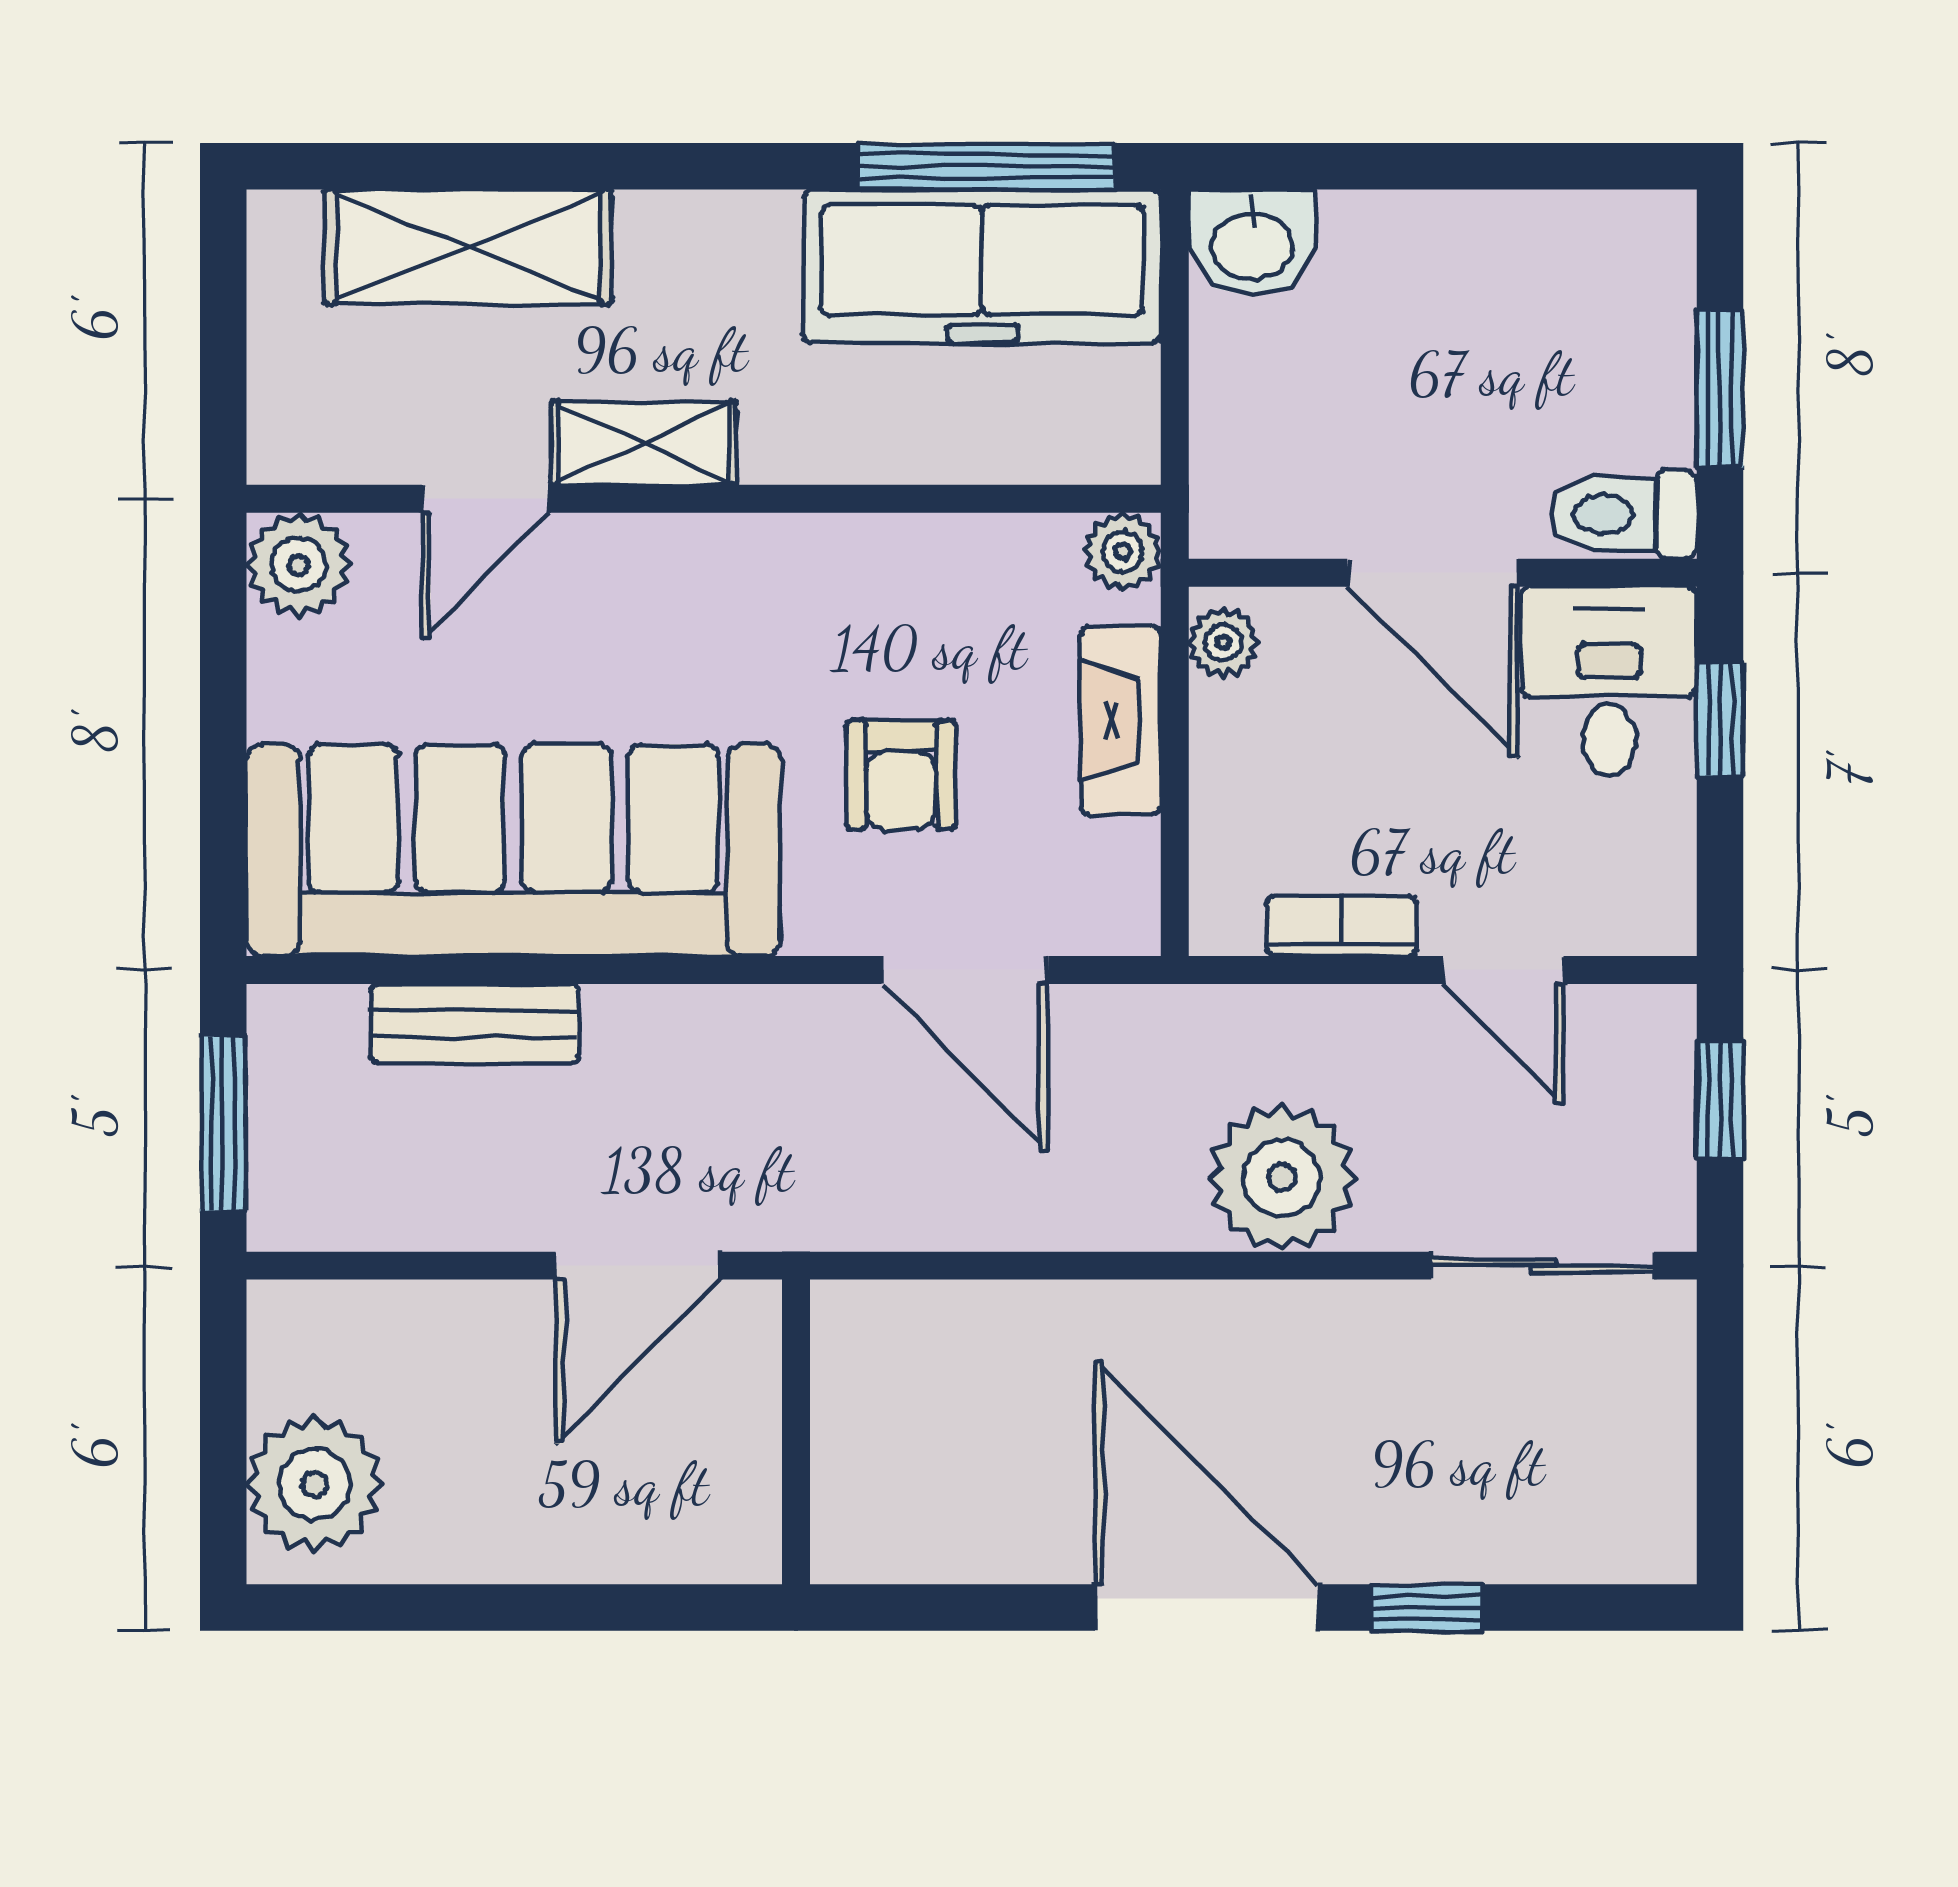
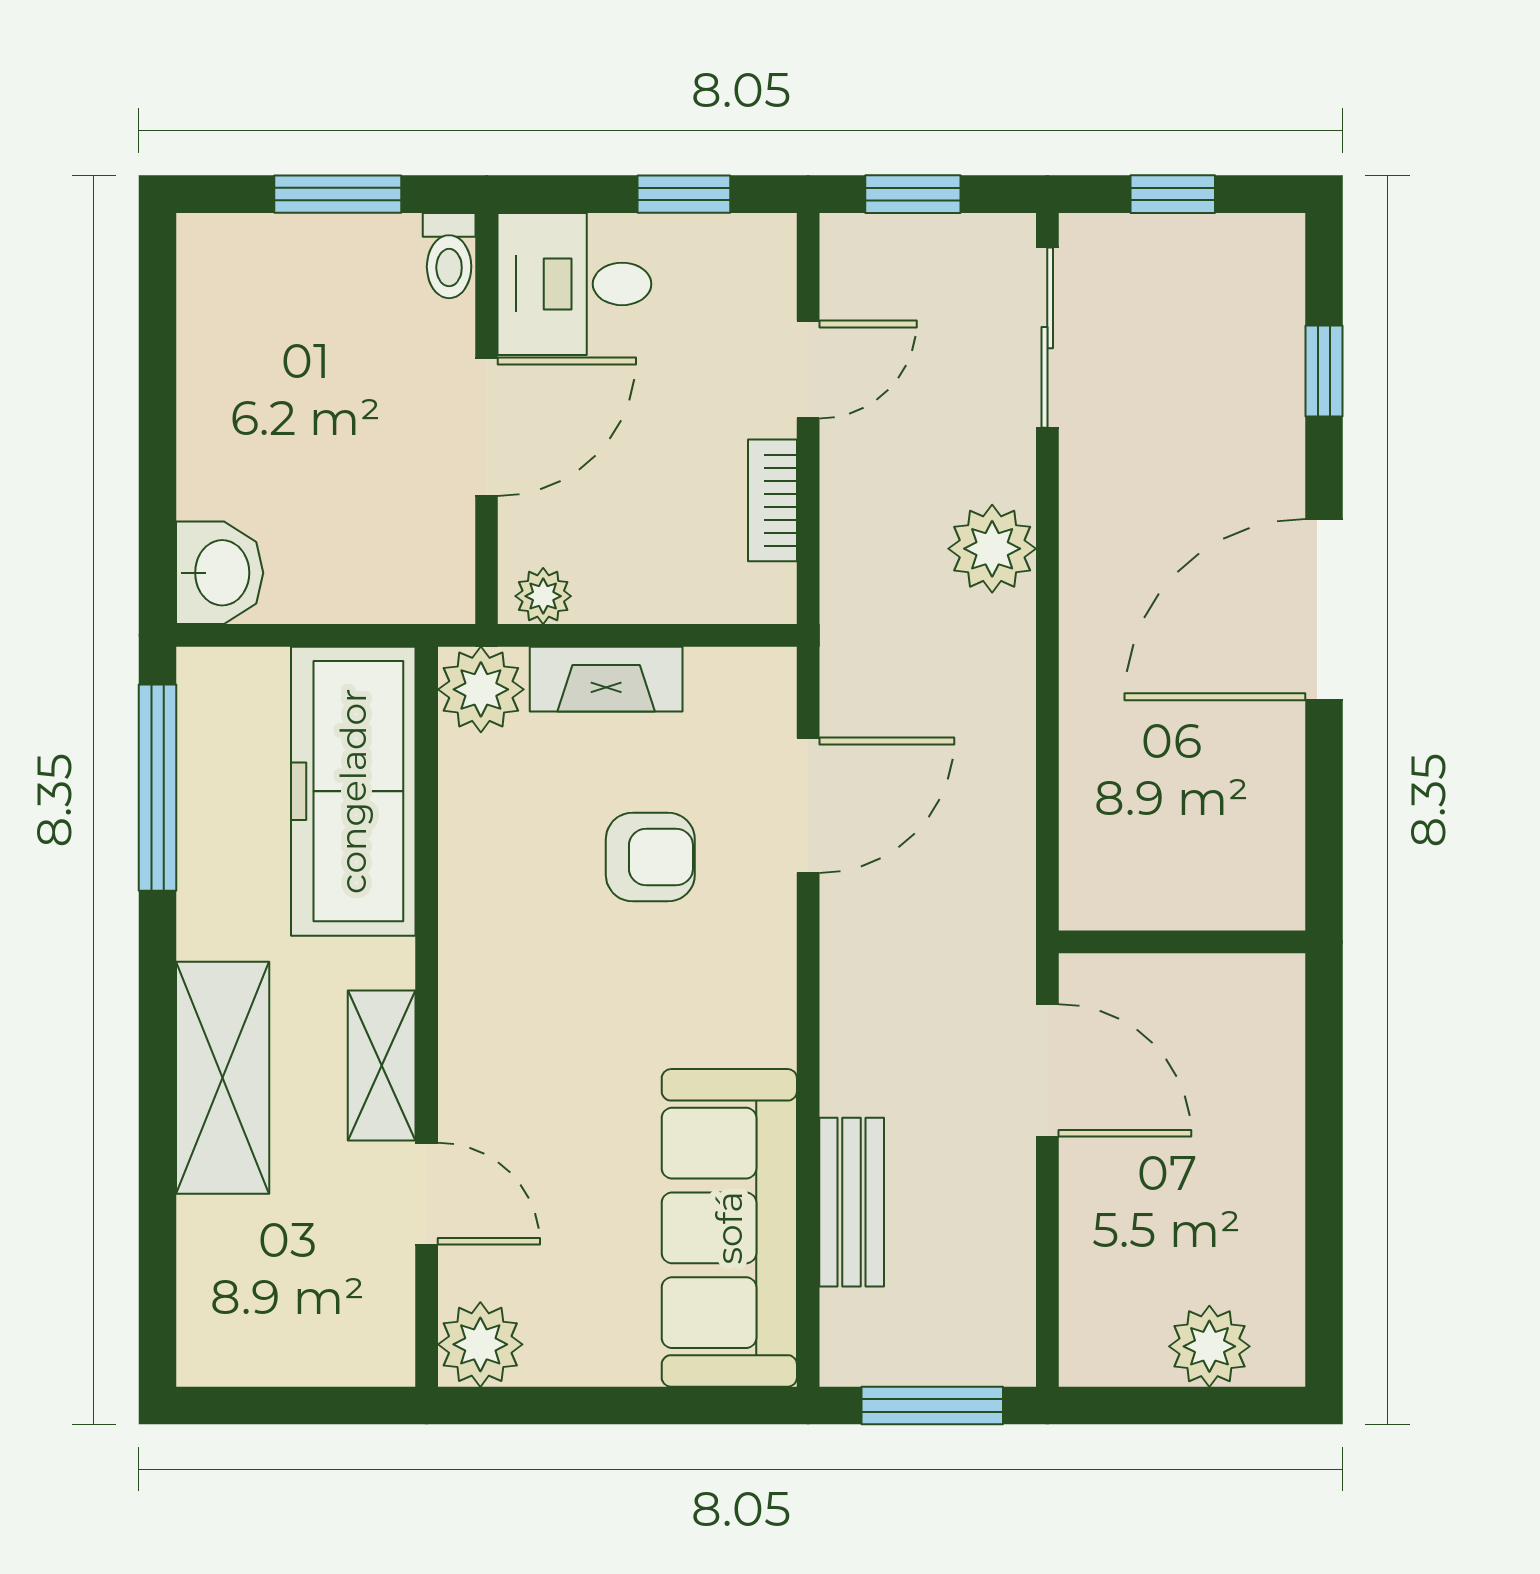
shelving: (468, 247) -> (223, 1078), moved
freezer: (982, 266) -> (353, 791), moved, turned 180
toilet: (1624, 514) -> (449, 256), width x0.73, depth x0.72
plant: (1122, 551) -> (481, 689), width x1.38, depth x1.38
window: (1720, 720) -> (684, 194), moved
sofa: (513, 850) -> (729, 1228), width x0.74, depth x0.79
plant: (1282, 1178) -> (992, 549), width x0.73, depth x0.73
window: (1720, 1421) -> (1173, 194), added
plant: (315, 1484) -> (1209, 1346), width x0.73, depth x0.73
window: (1426, 1607) -> (1324, 371), moved

